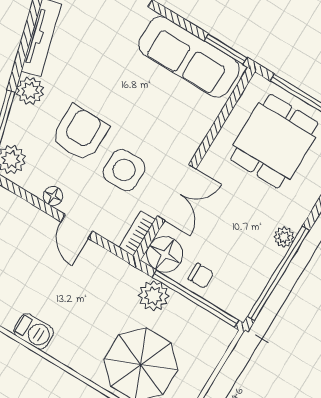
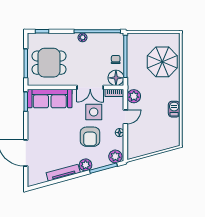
sofa: (189, 57) -> (50, 99), moved, turned 90
armchair: (80, 133) -> (90, 137), turned -90
double door: (177, 192) -> (90, 87), swing flipped
plant: (154, 296) -> (134, 96), moved

